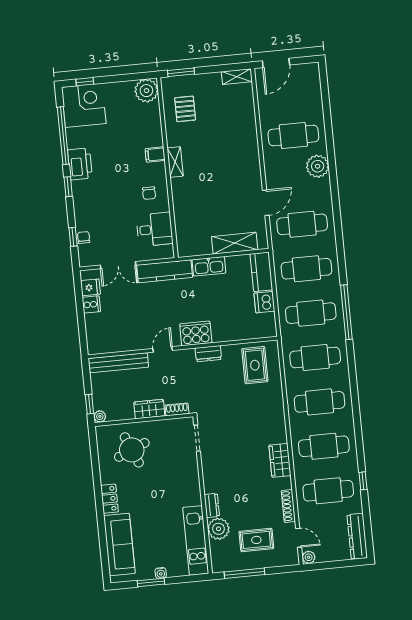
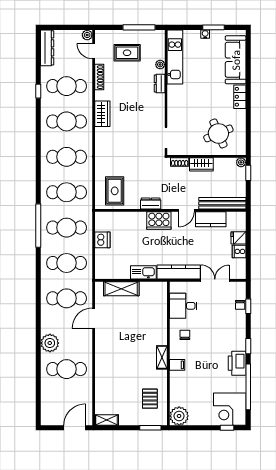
kitchen counter: (261, 272) -> (211, 219), moved, turned 90
fridge: (90, 287) -> (238, 238), moved
plant: (219, 529) -> (160, 65), width x0.53, depth x0.53

